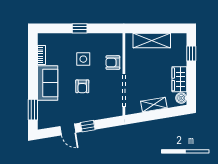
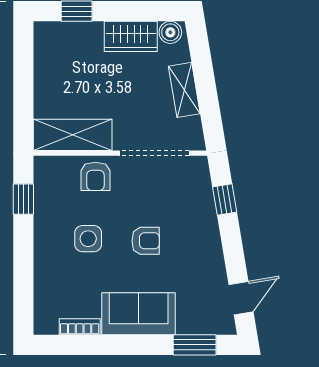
window: (80, 28) -> (23, 199), moved
shelving: (152, 40) -> (73, 135), moved, turned 90
window: (88, 126) -> (225, 200), moved
door: (68, 130) -> (241, 298), moved

